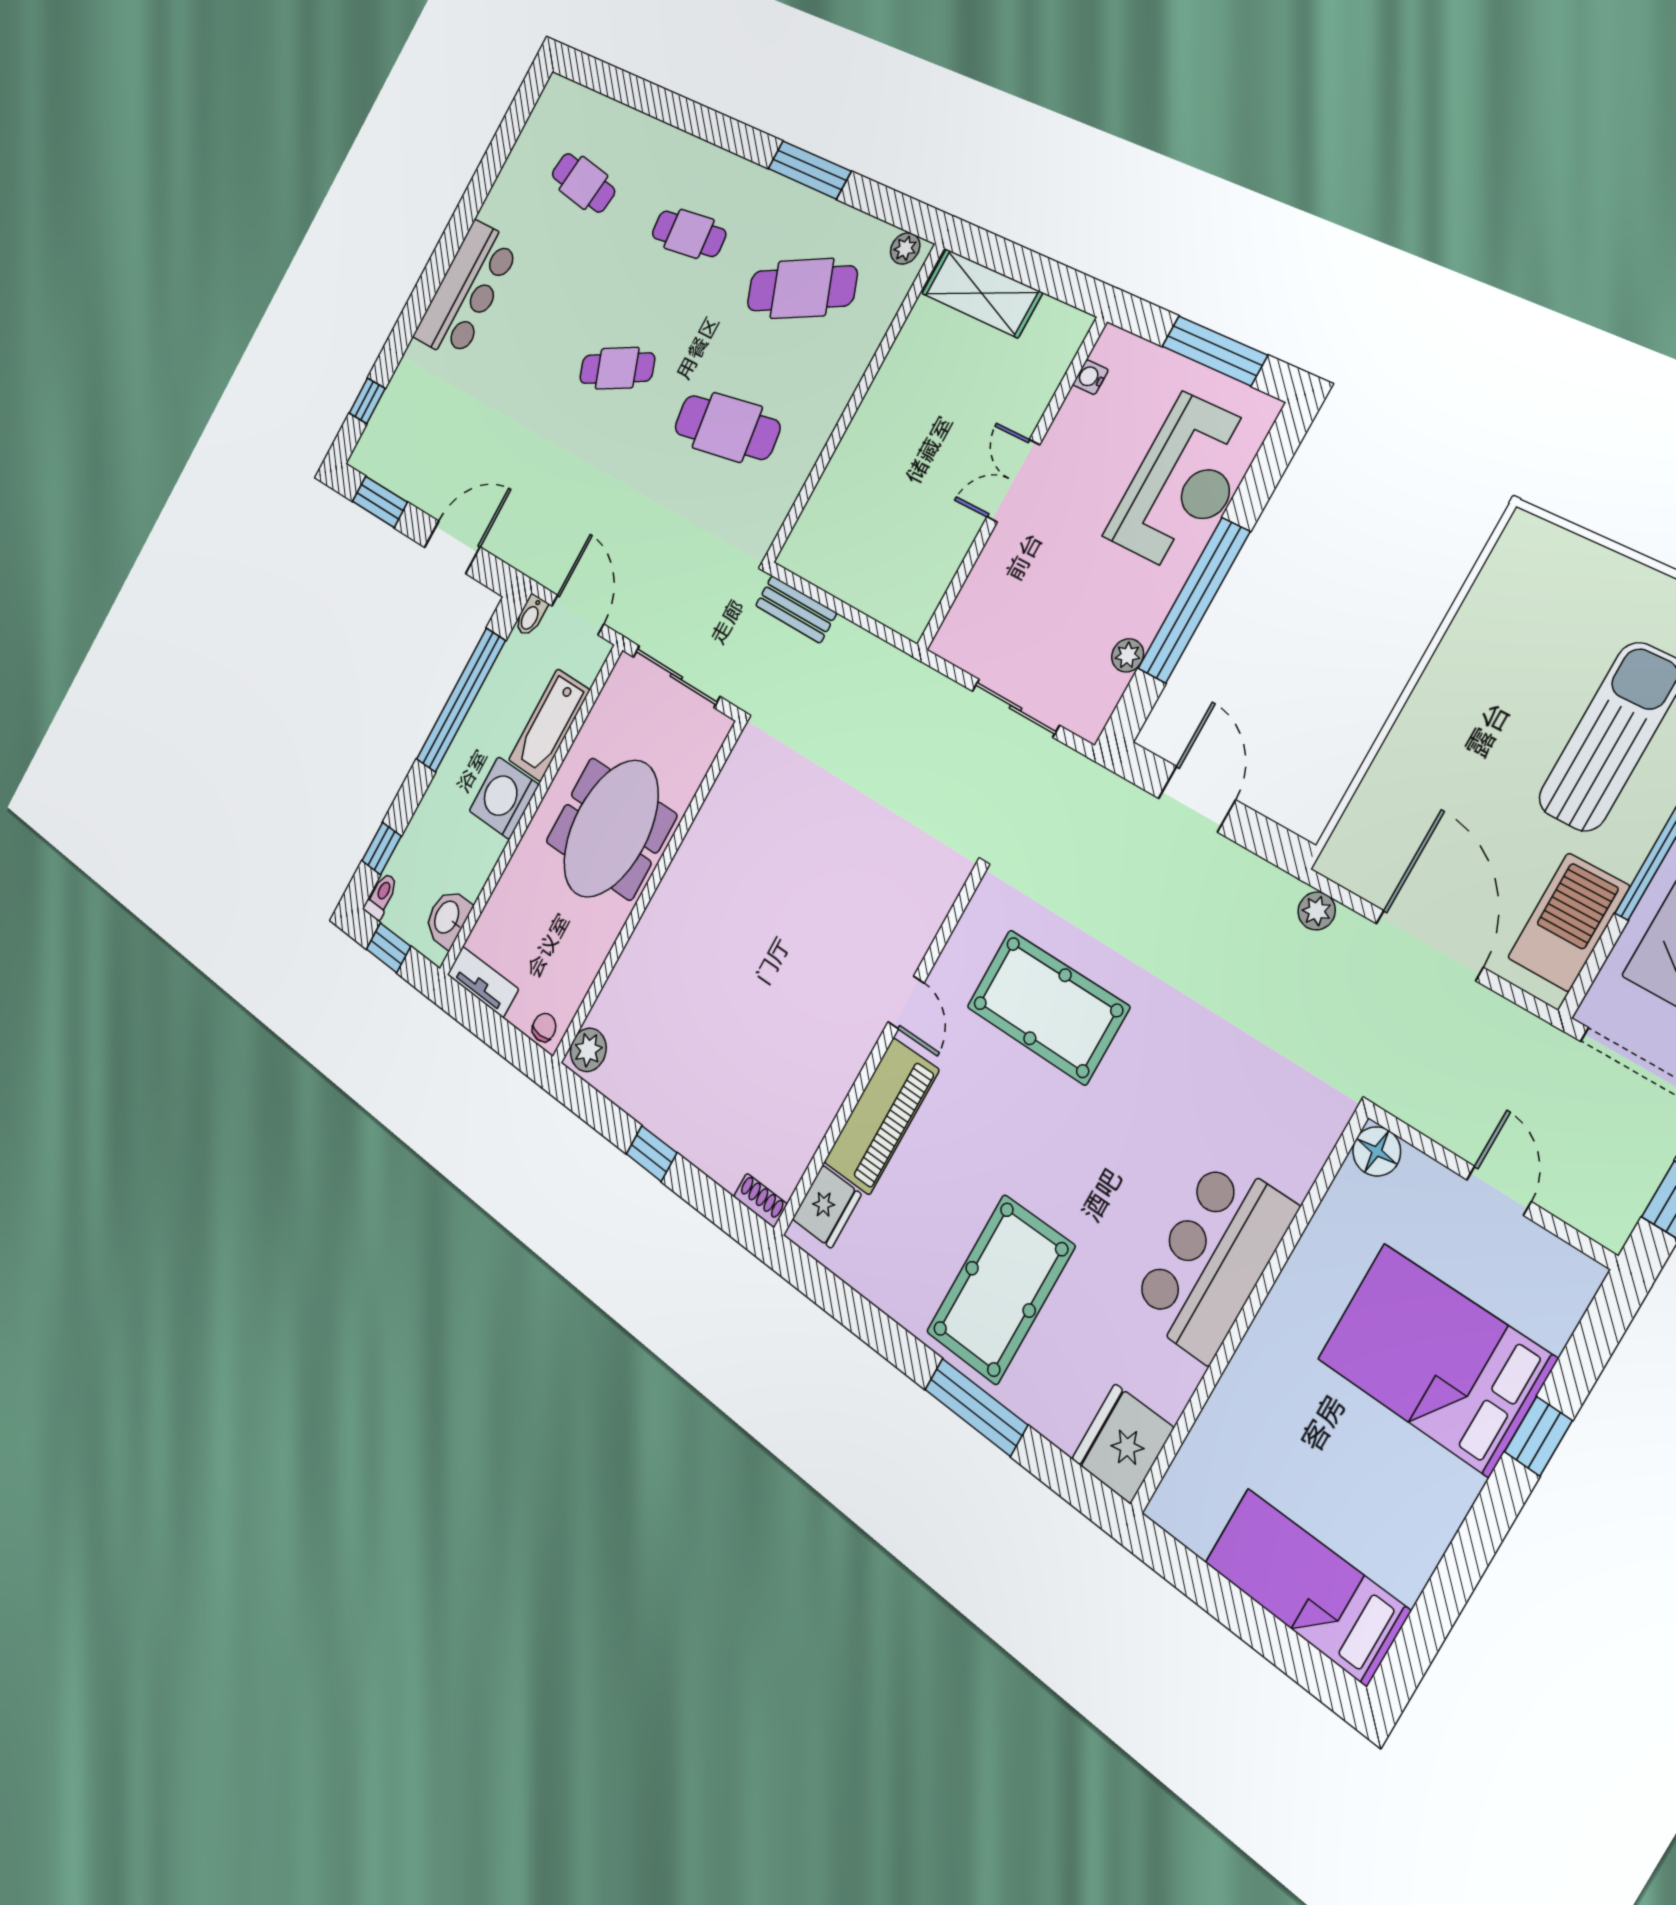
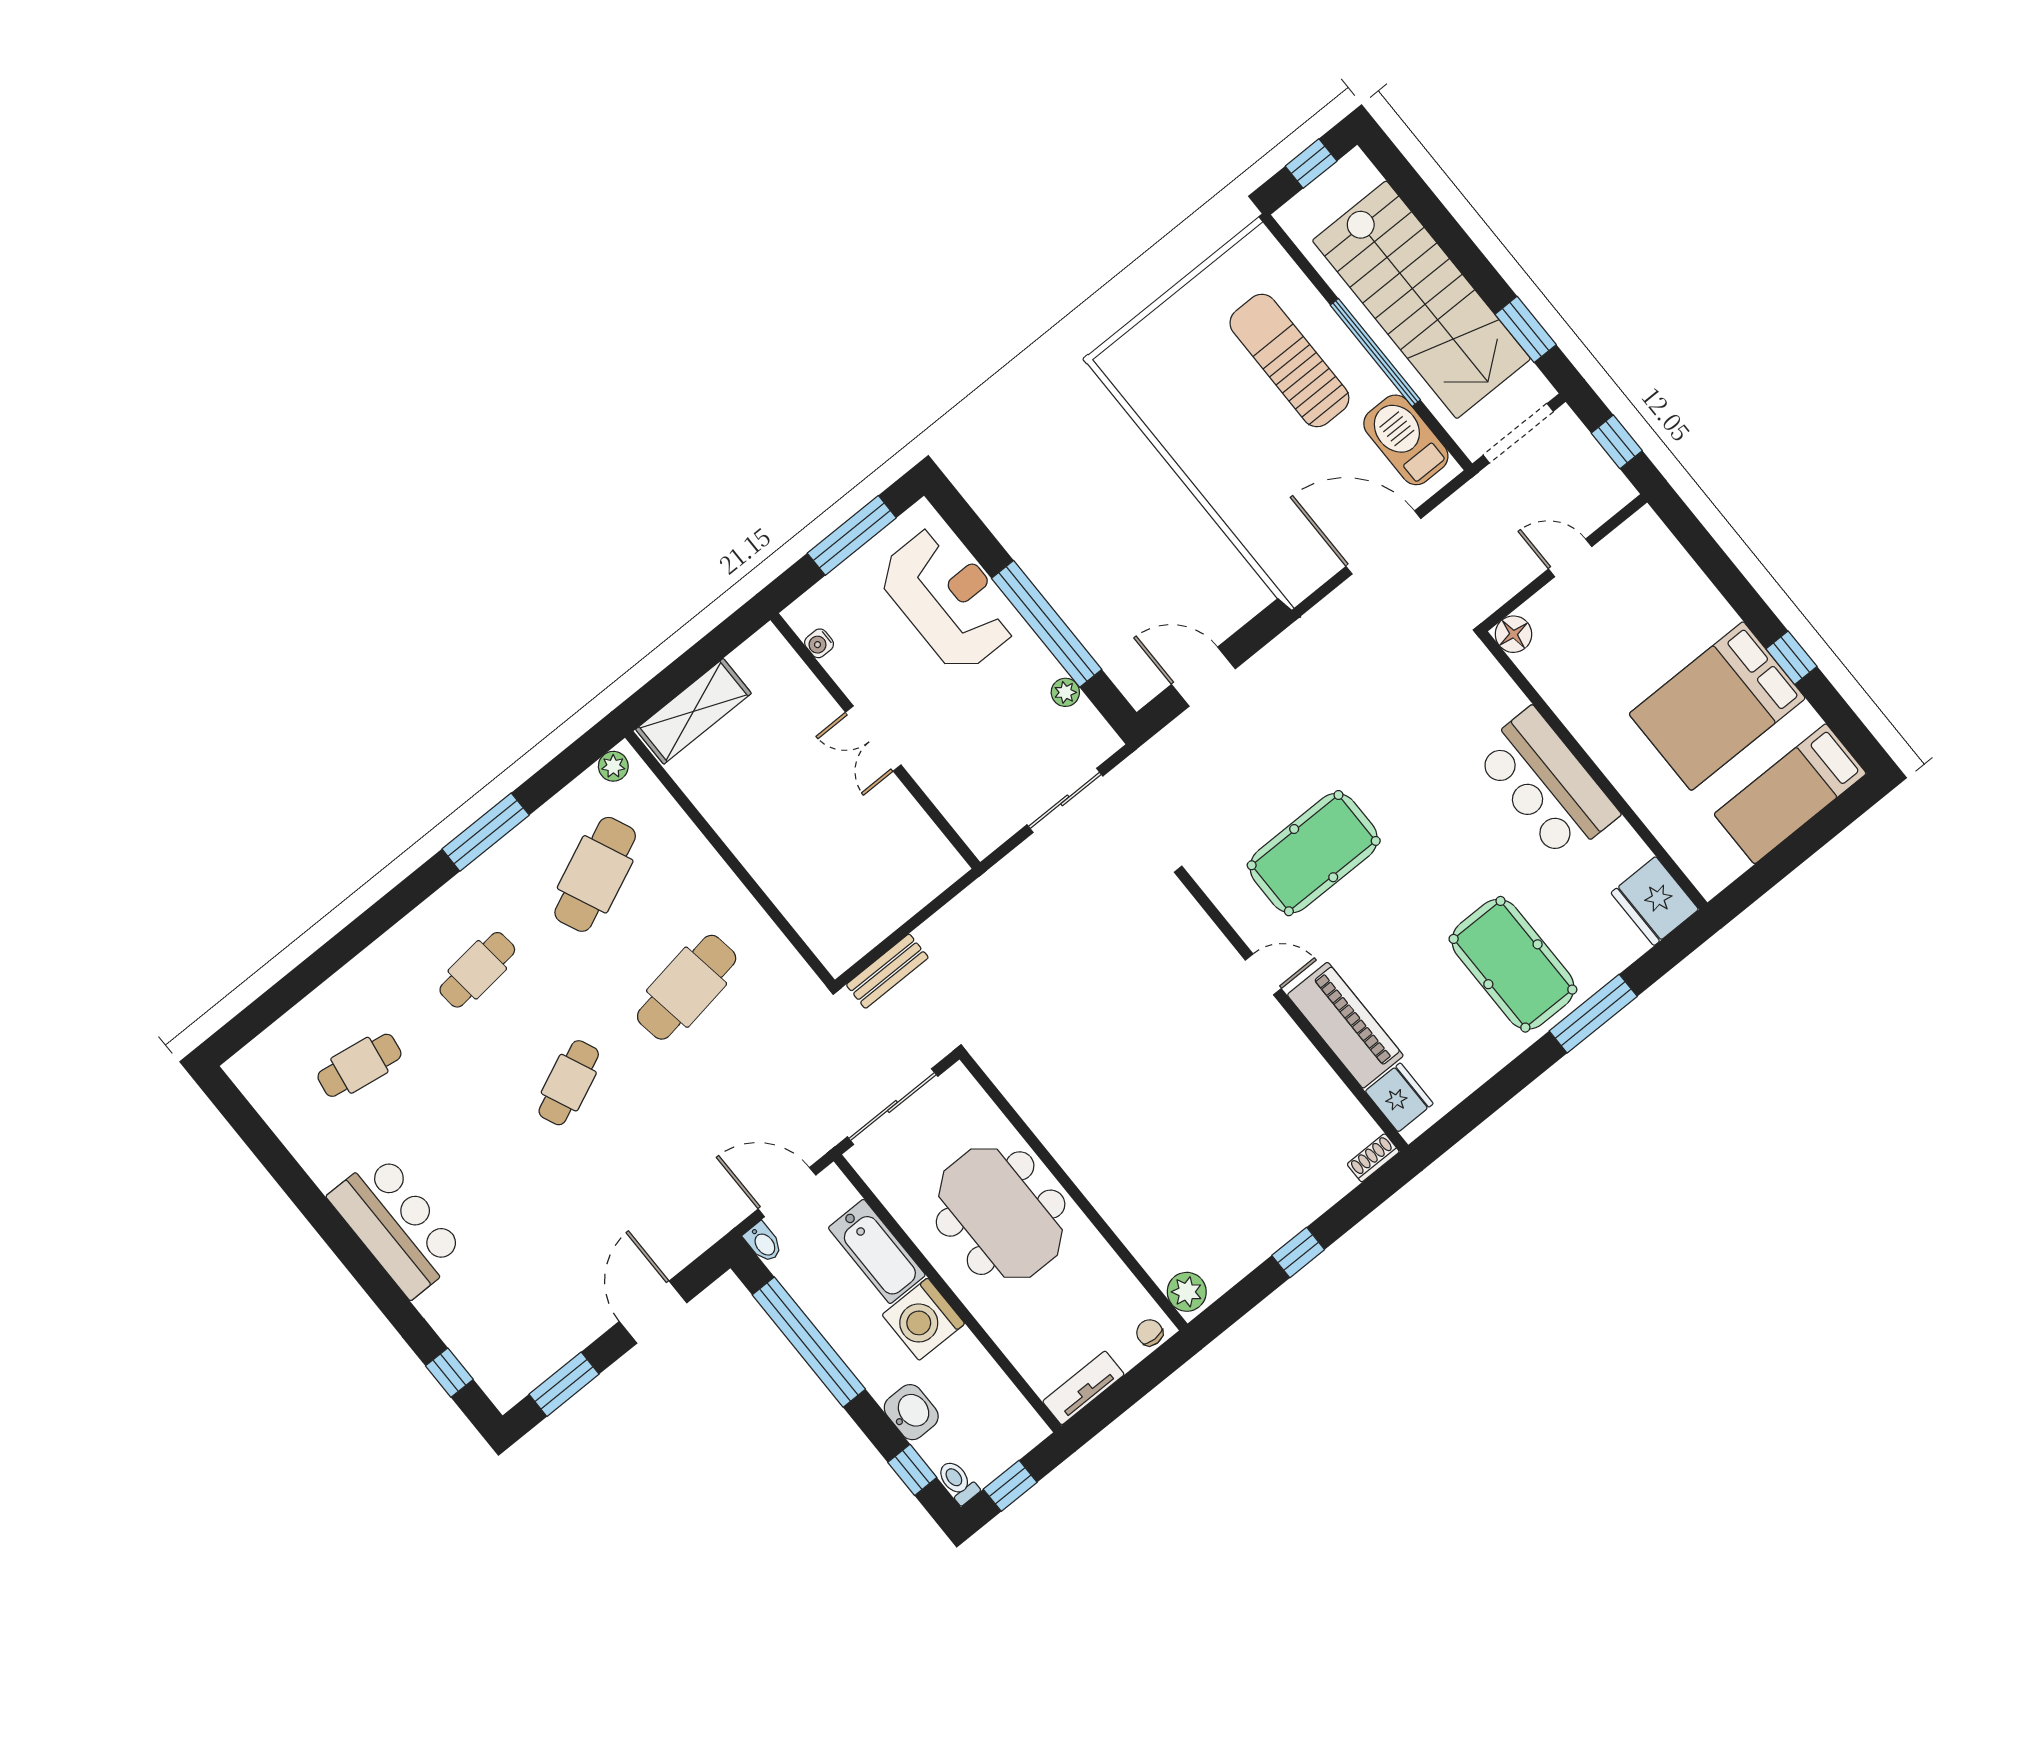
plant: (1317, 911) -> (1326, 615), removed
washbasin: (448, 918) -> (911, 1412), moved, turned 180
bed: (1436, 1359) -> (1717, 706), moved
window: (1538, 1436) -> (1791, 658), moved

